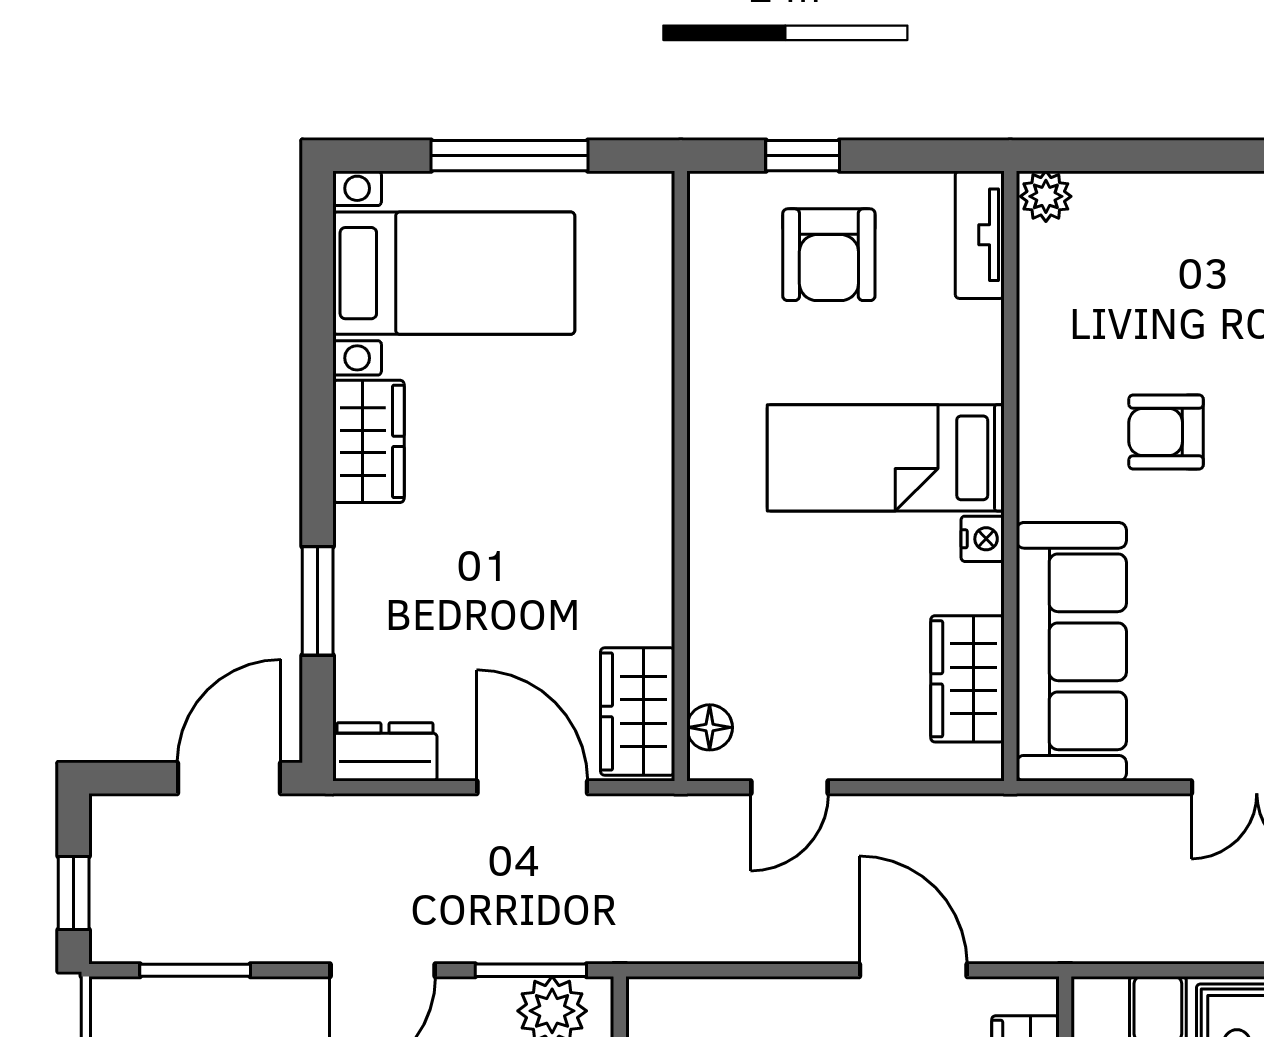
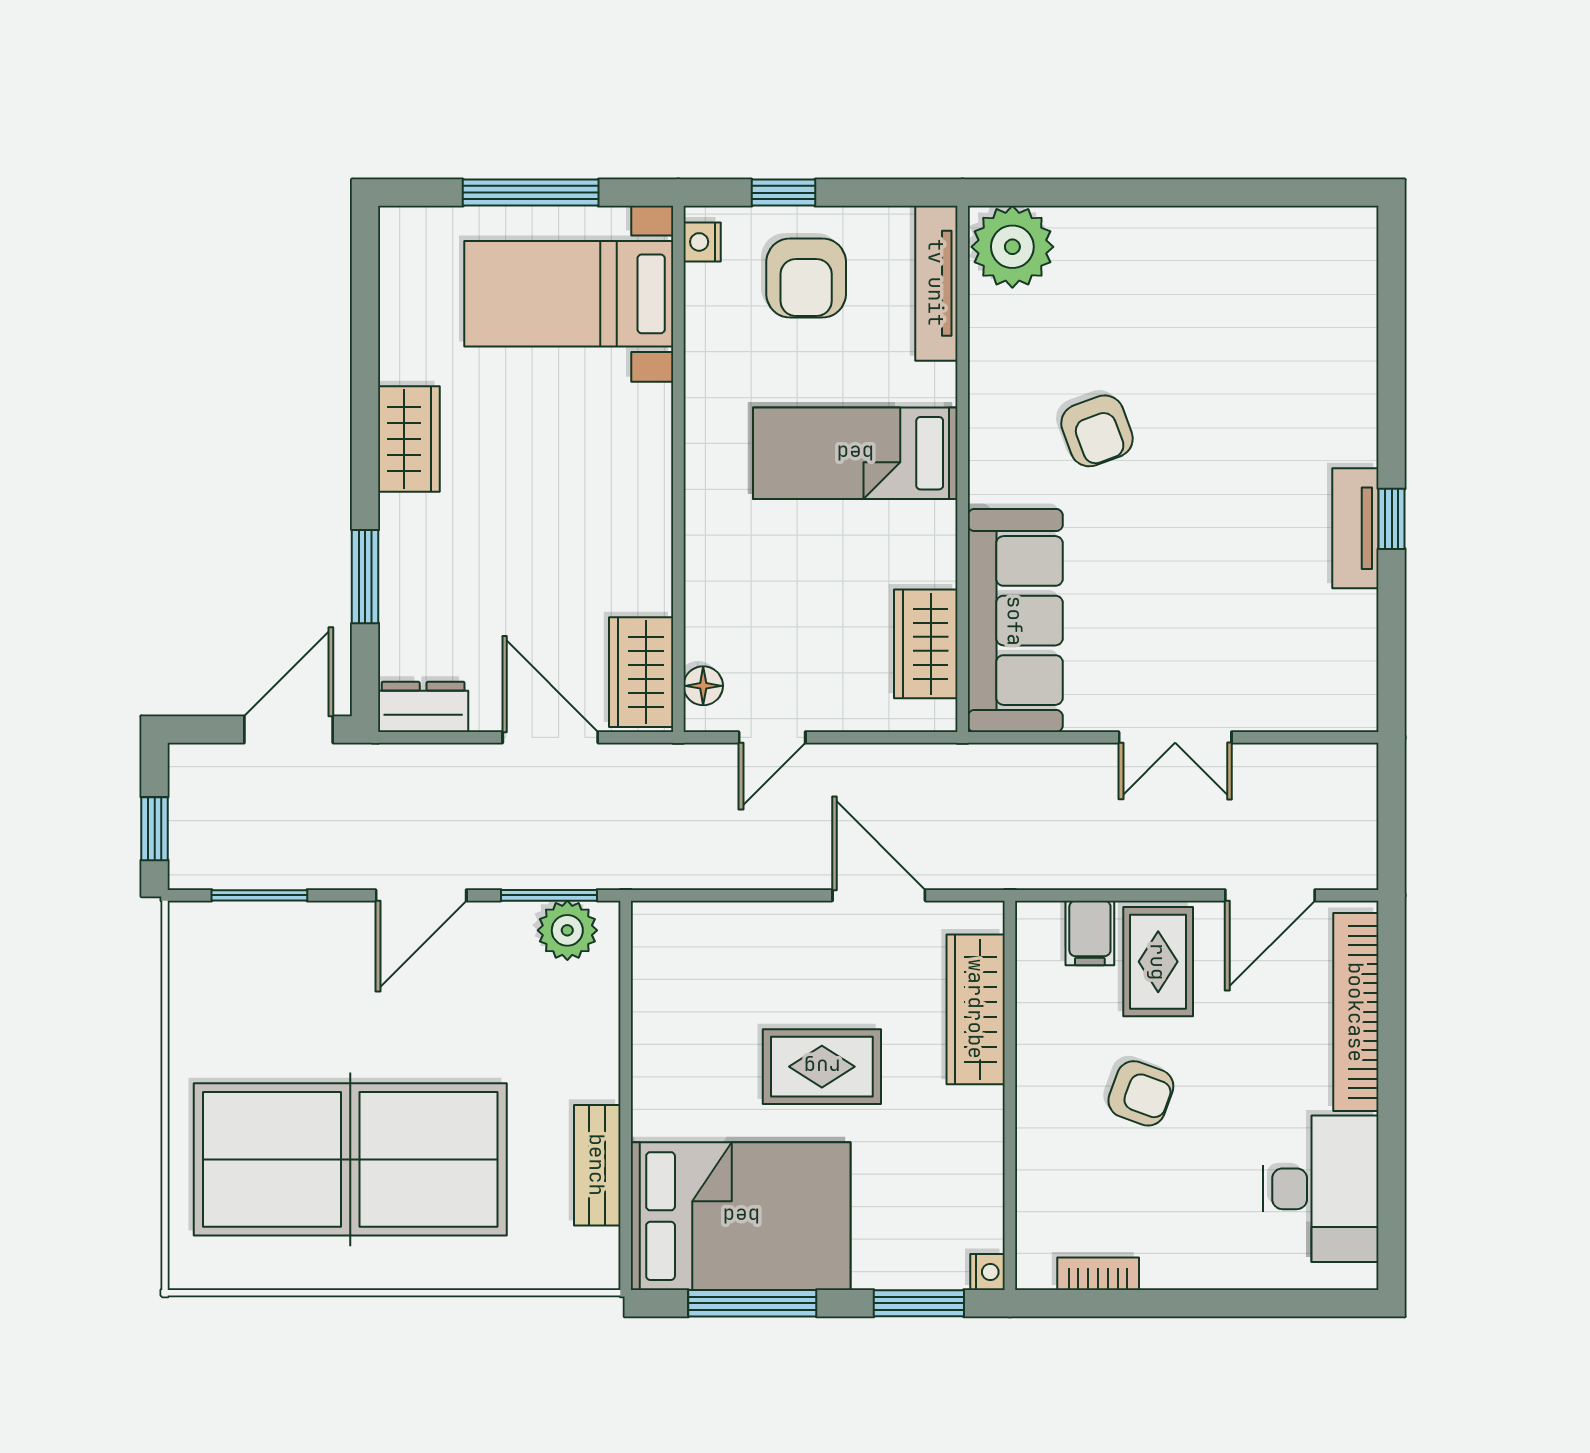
plant: (1046, 196) -> (1012, 247), width x1.88, depth x1.88
tv unit: (980, 235) -> (936, 283), width x1.41
bed with nightstands: (454, 273) -> (569, 294), moved, turned 180
armchair: (1166, 432) -> (1097, 431), turned -110
nightstand: (983, 539) -> (702, 242), moved, turned 180

